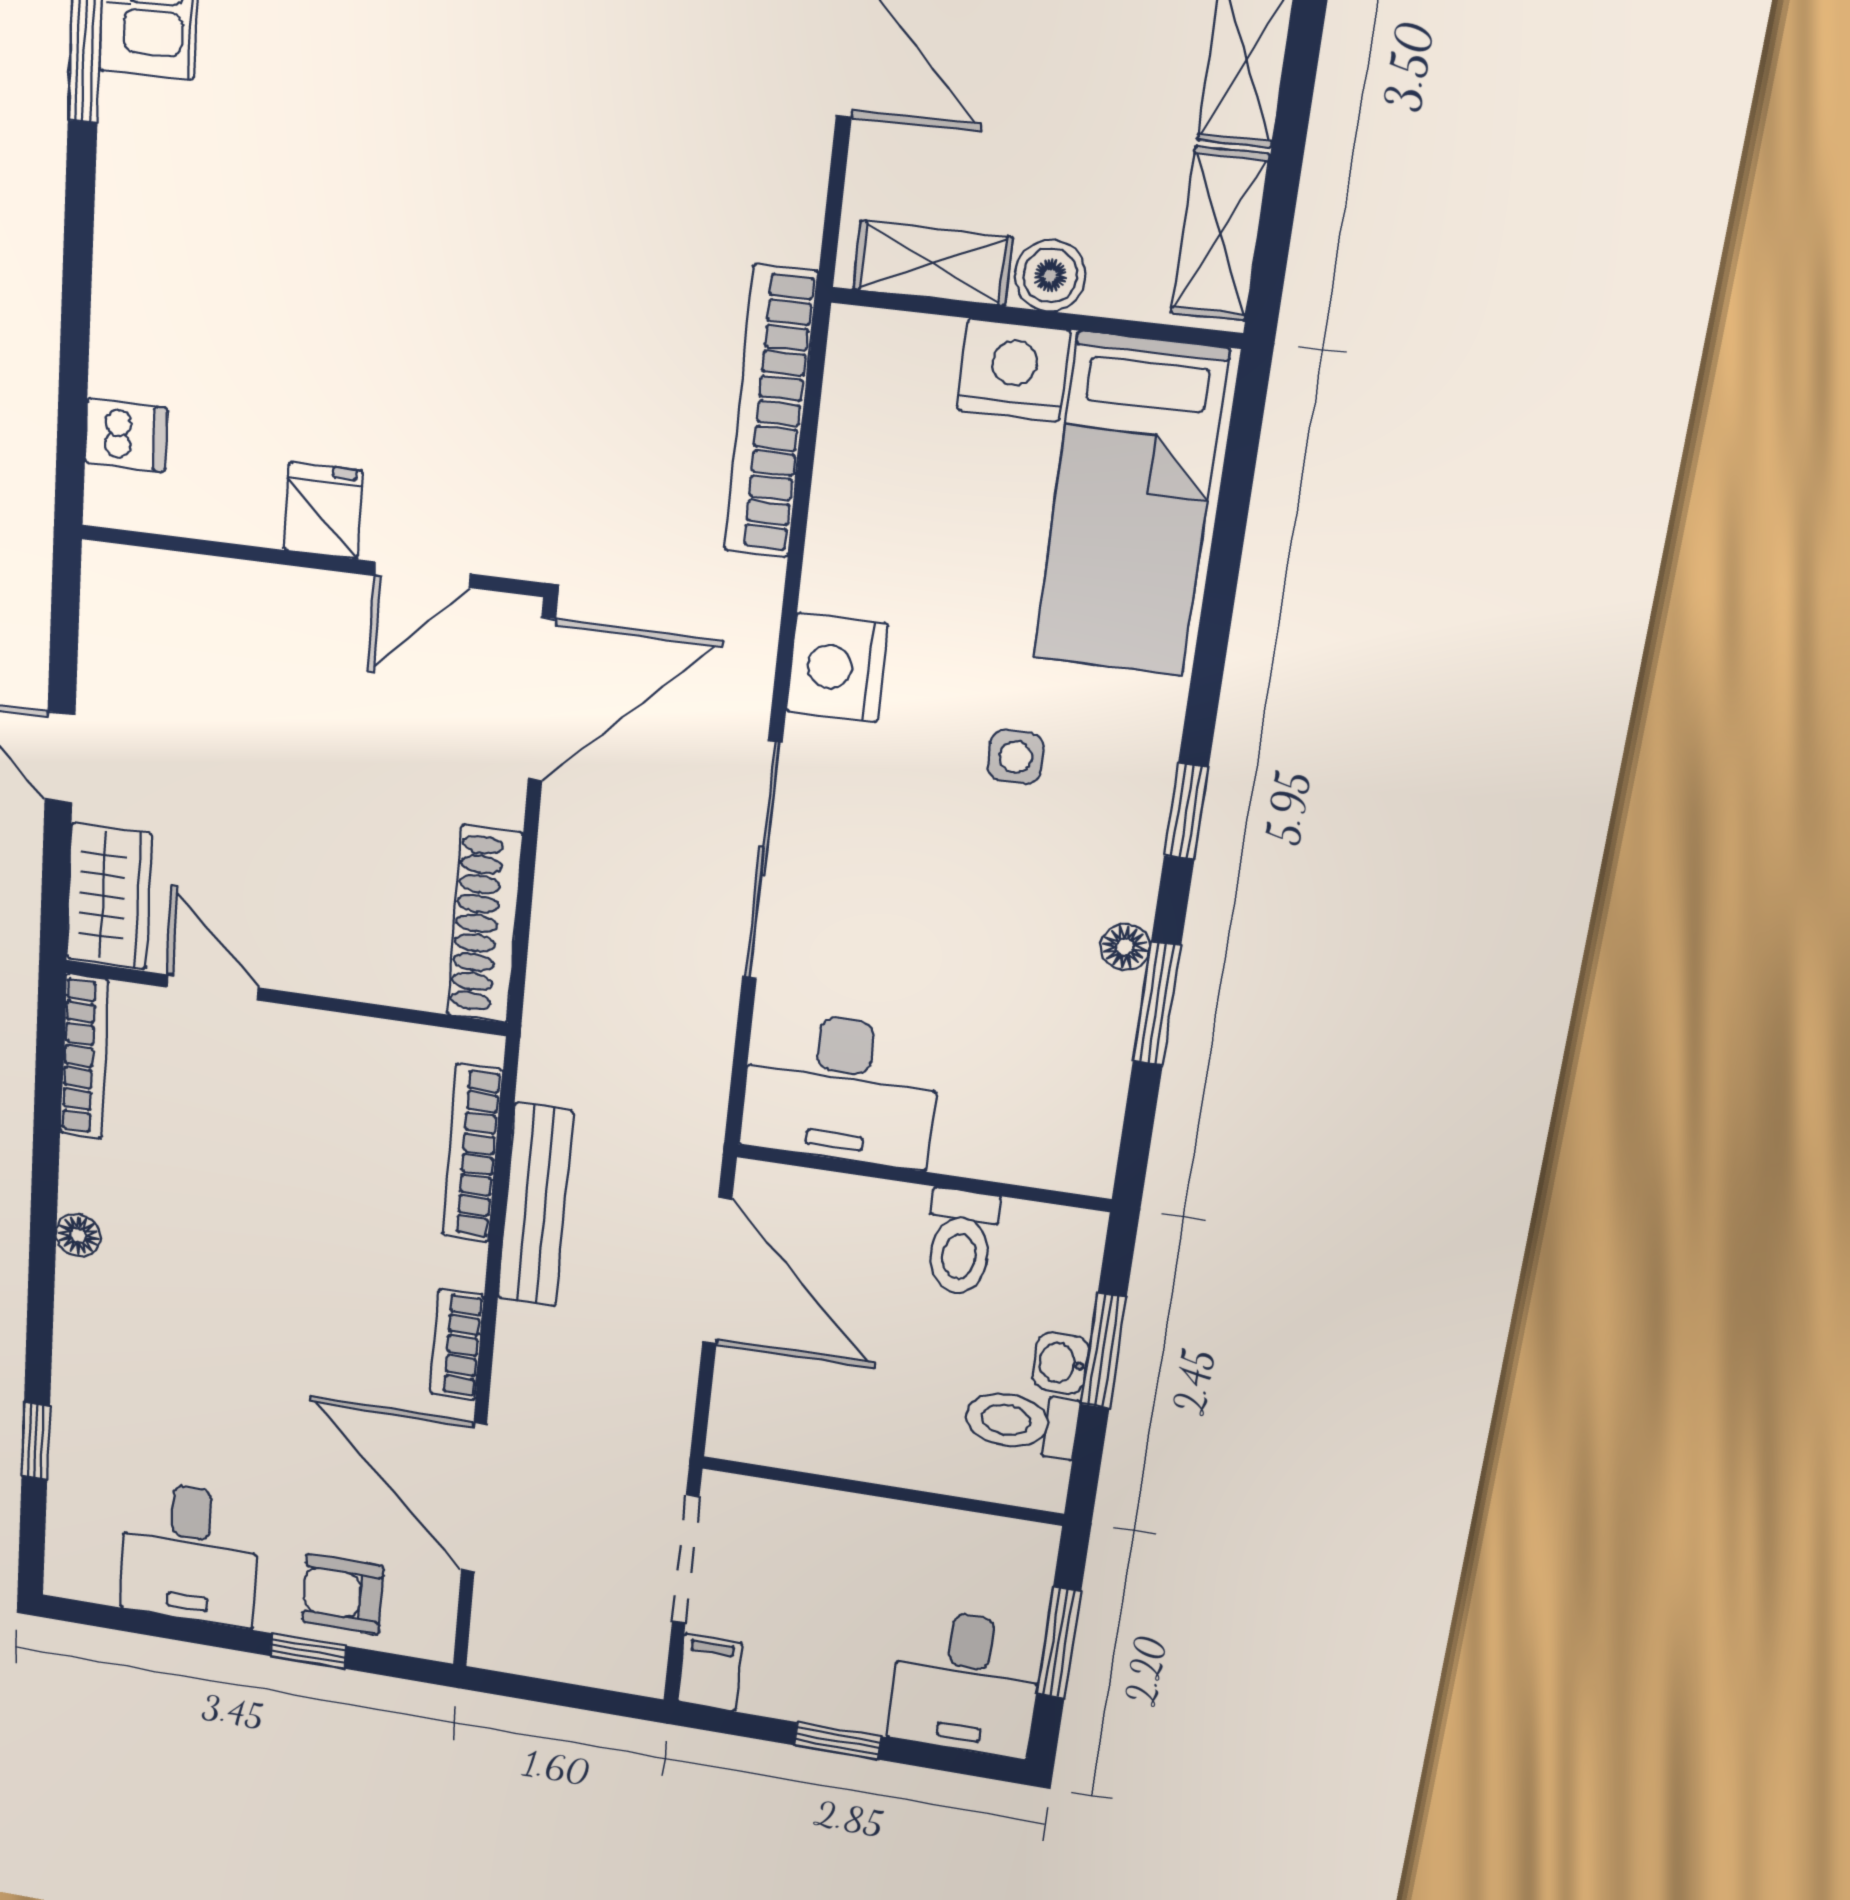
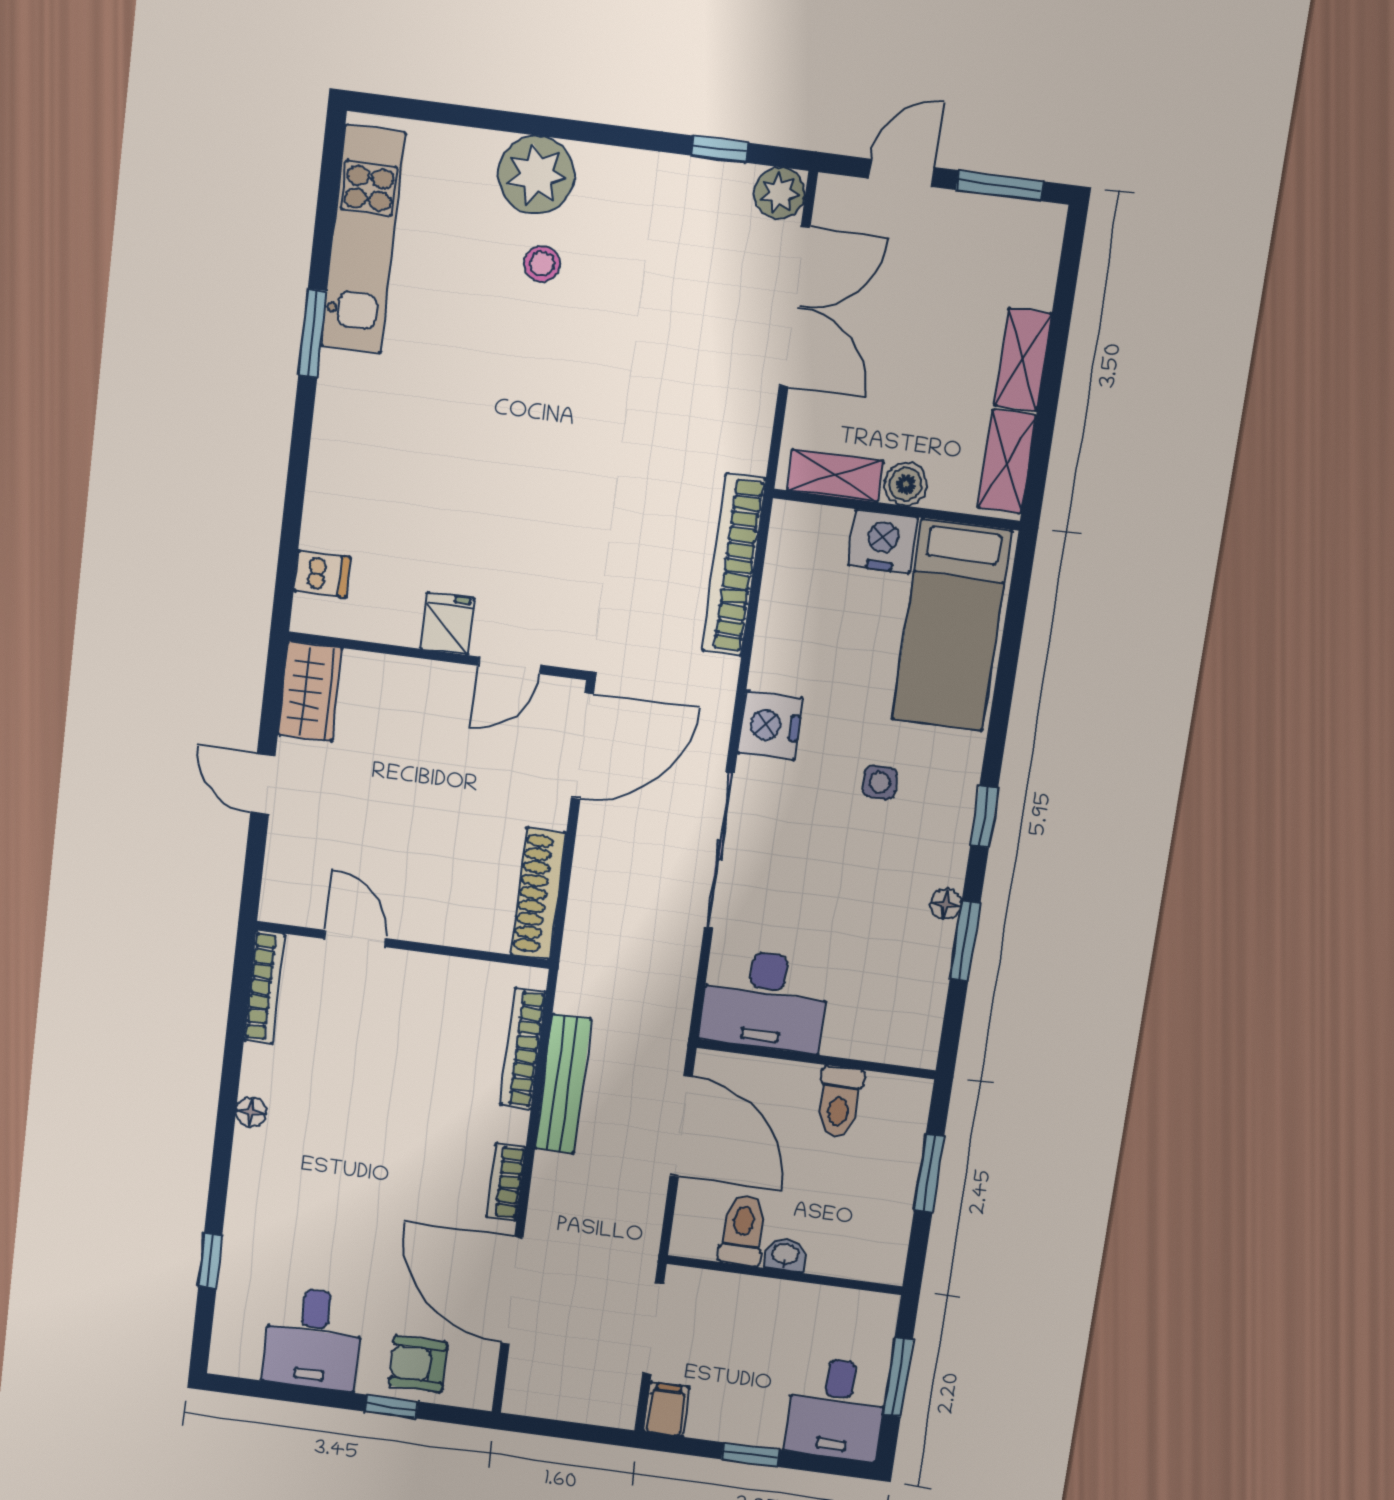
wardrobe: (109, 896) -> (310, 691), moved
washbasin: (1061, 1363) -> (785, 1255), moved, turned 90
toilet: (1021, 1422) -> (743, 1230), moved, turned 90

